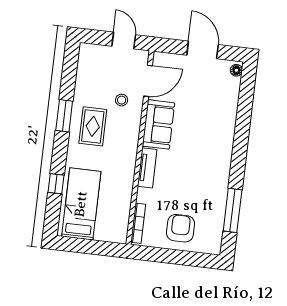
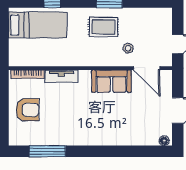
tv unit: (147, 168) -> (62, 76), moved

